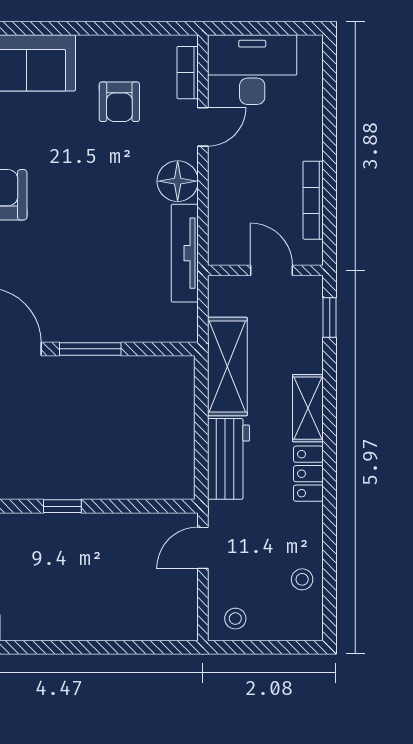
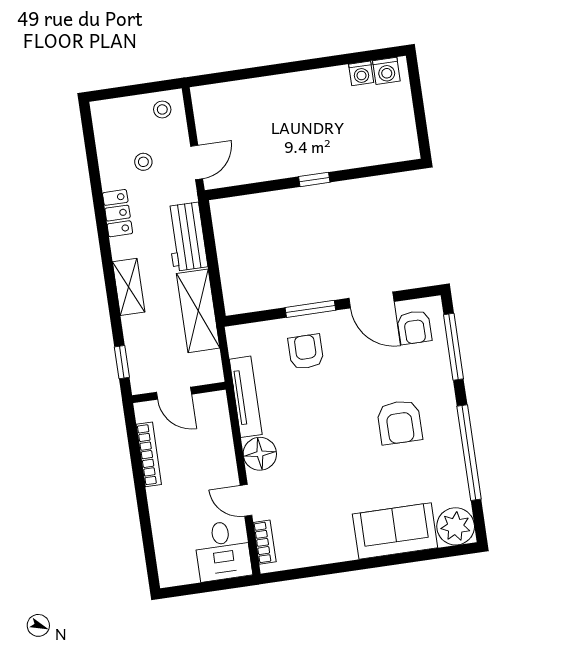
desk: (252, 70) -> (223, 551), width x0.73
armchair: (119, 102) -> (306, 352), moved
door: (203, 127) -> (246, 500), hinge flipped
locker: (308, 474) -> (118, 213), moved
stool: (302, 579) -> (143, 162), moved

